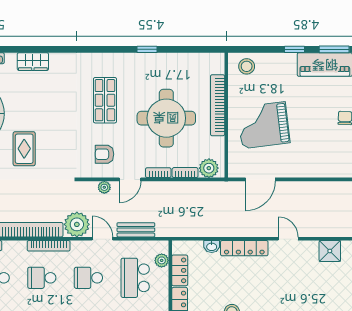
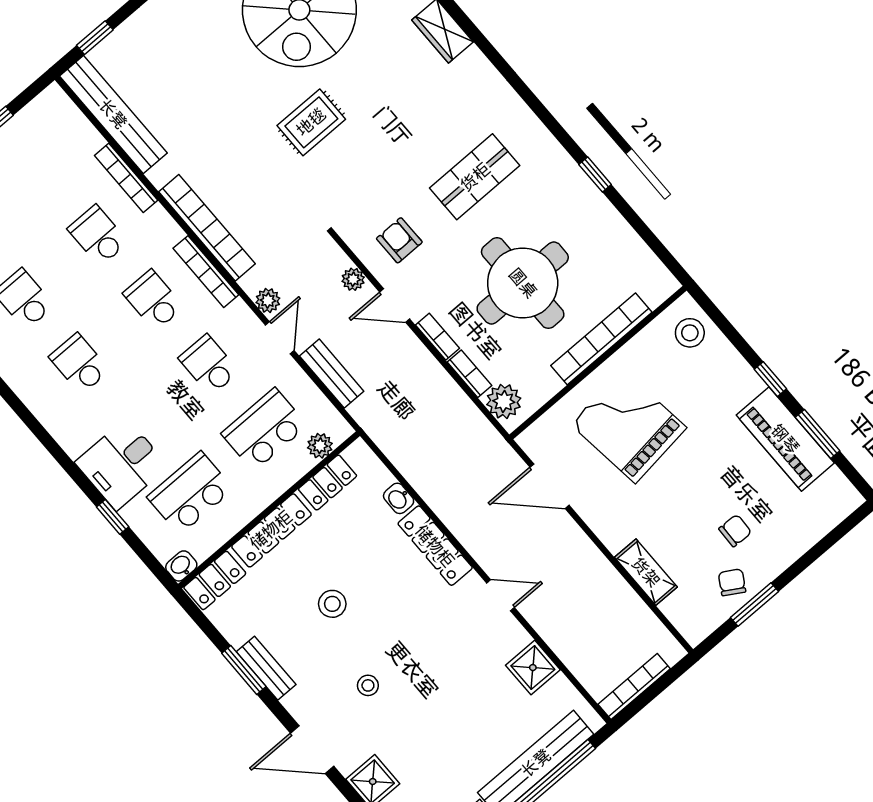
shelving: (330, 170) -> (646, 572), added
plant: (77, 224) -> (268, 300), width x0.53, depth x0.53
door: (288, 239) -> (500, 595), hinge flipped

